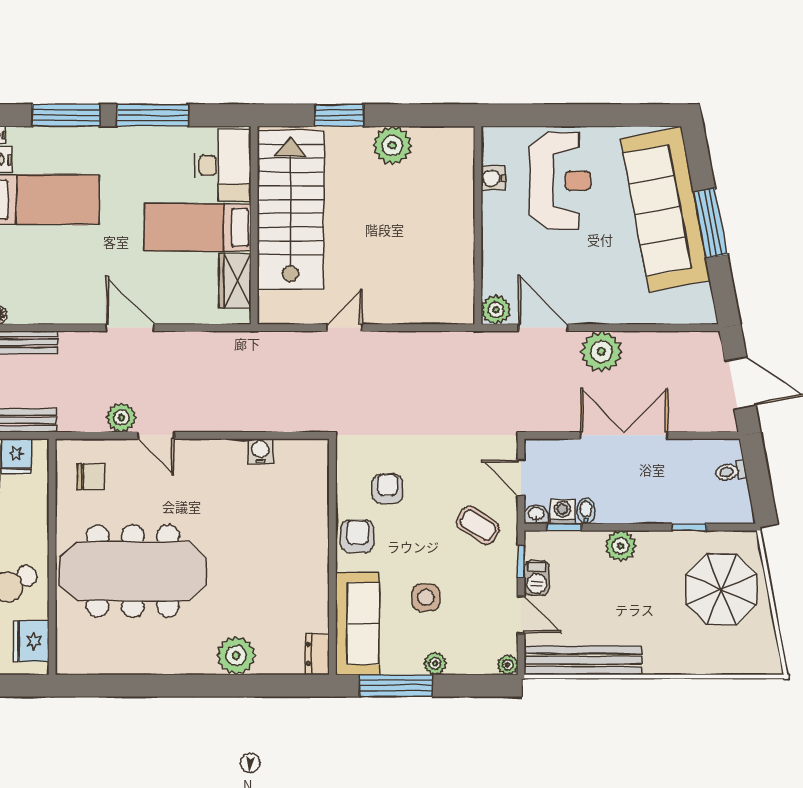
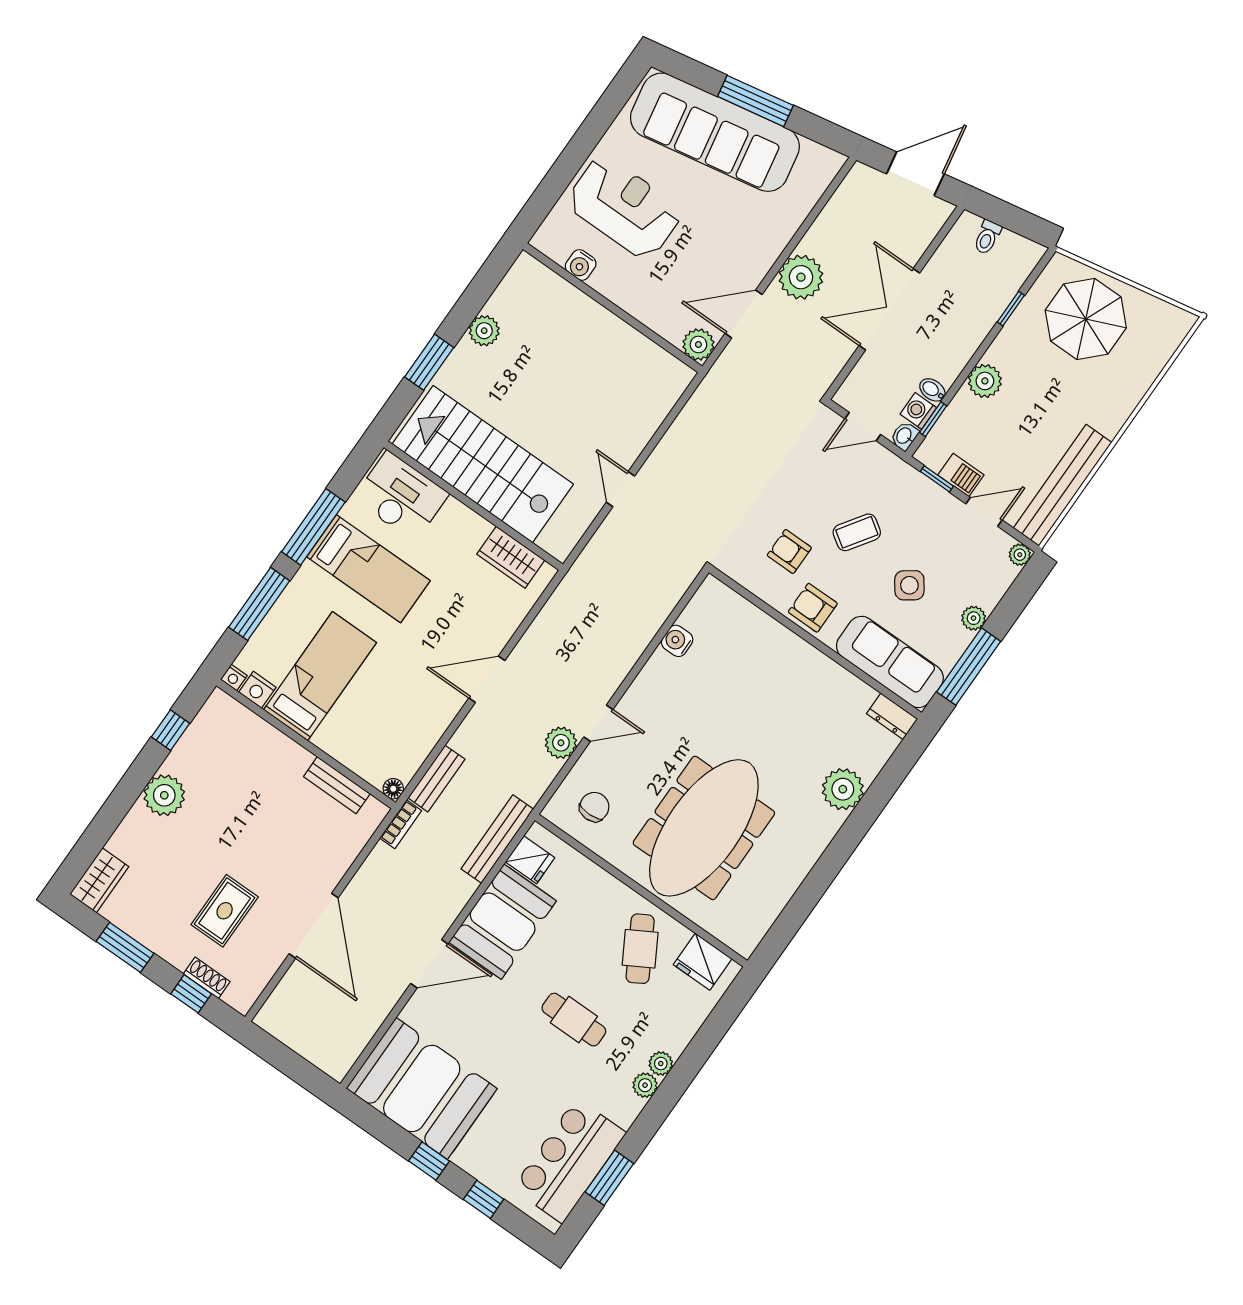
plant: (392, 145) -> (484, 331), width x0.73, depth x0.73
bed: (198, 227) -> (368, 569), moved, turned -90
coffee table: (478, 525) -> (857, 532), moved
side table: (426, 597) -> (909, 585), turned -36

